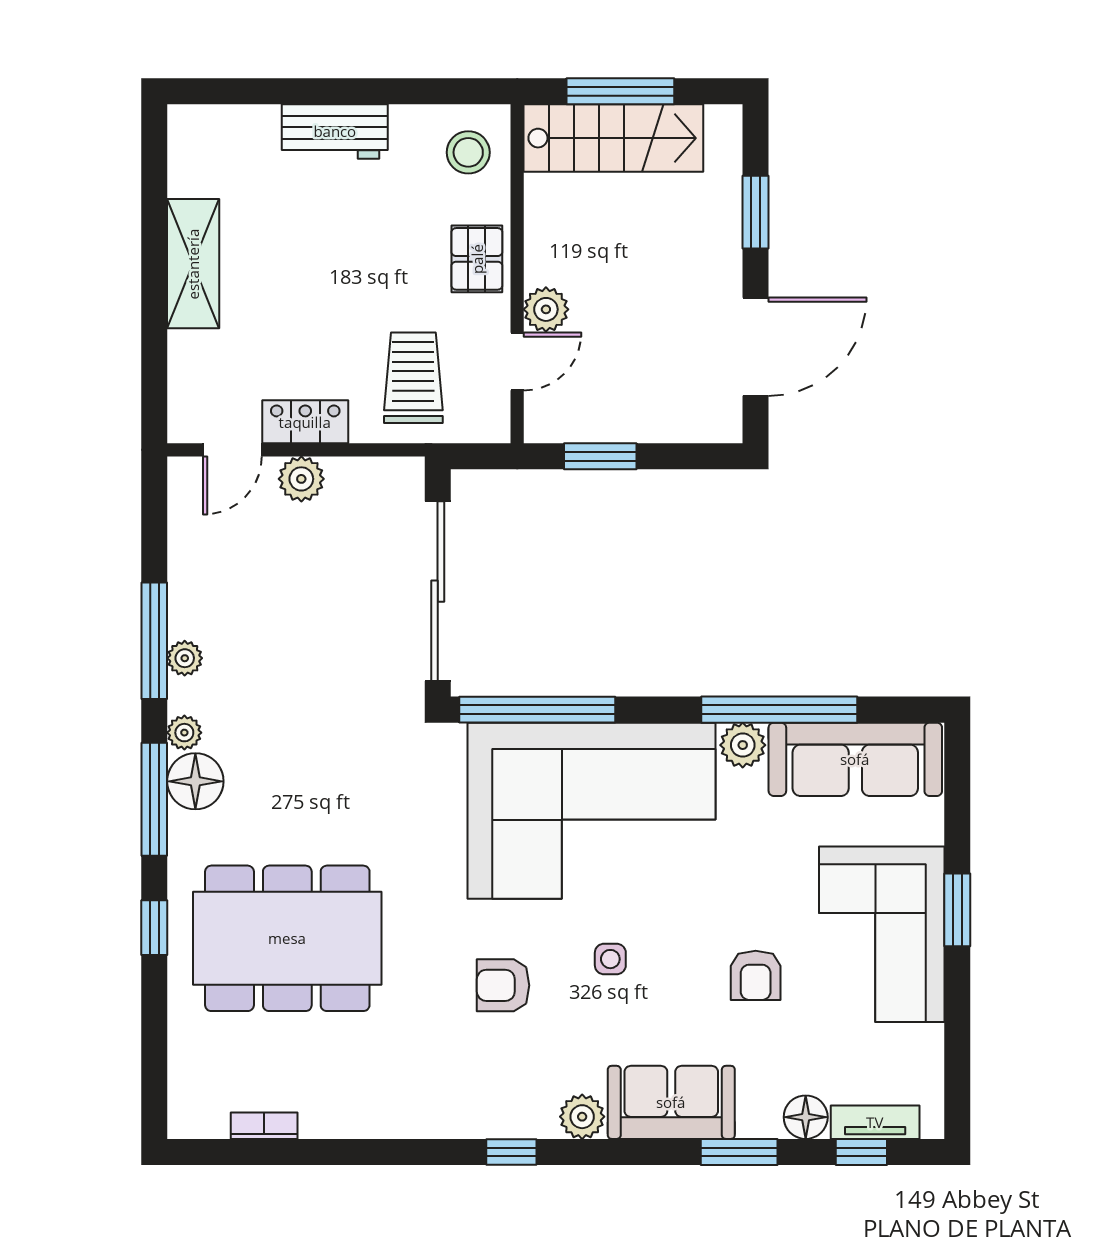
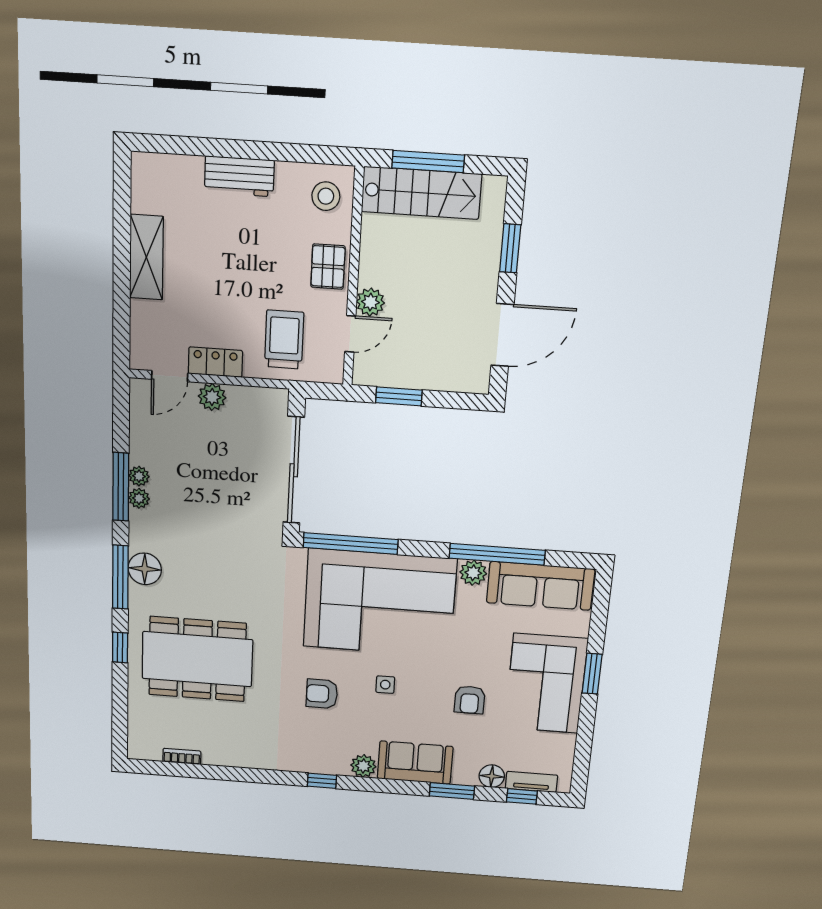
plant: (184, 733) -> (139, 476), moved

